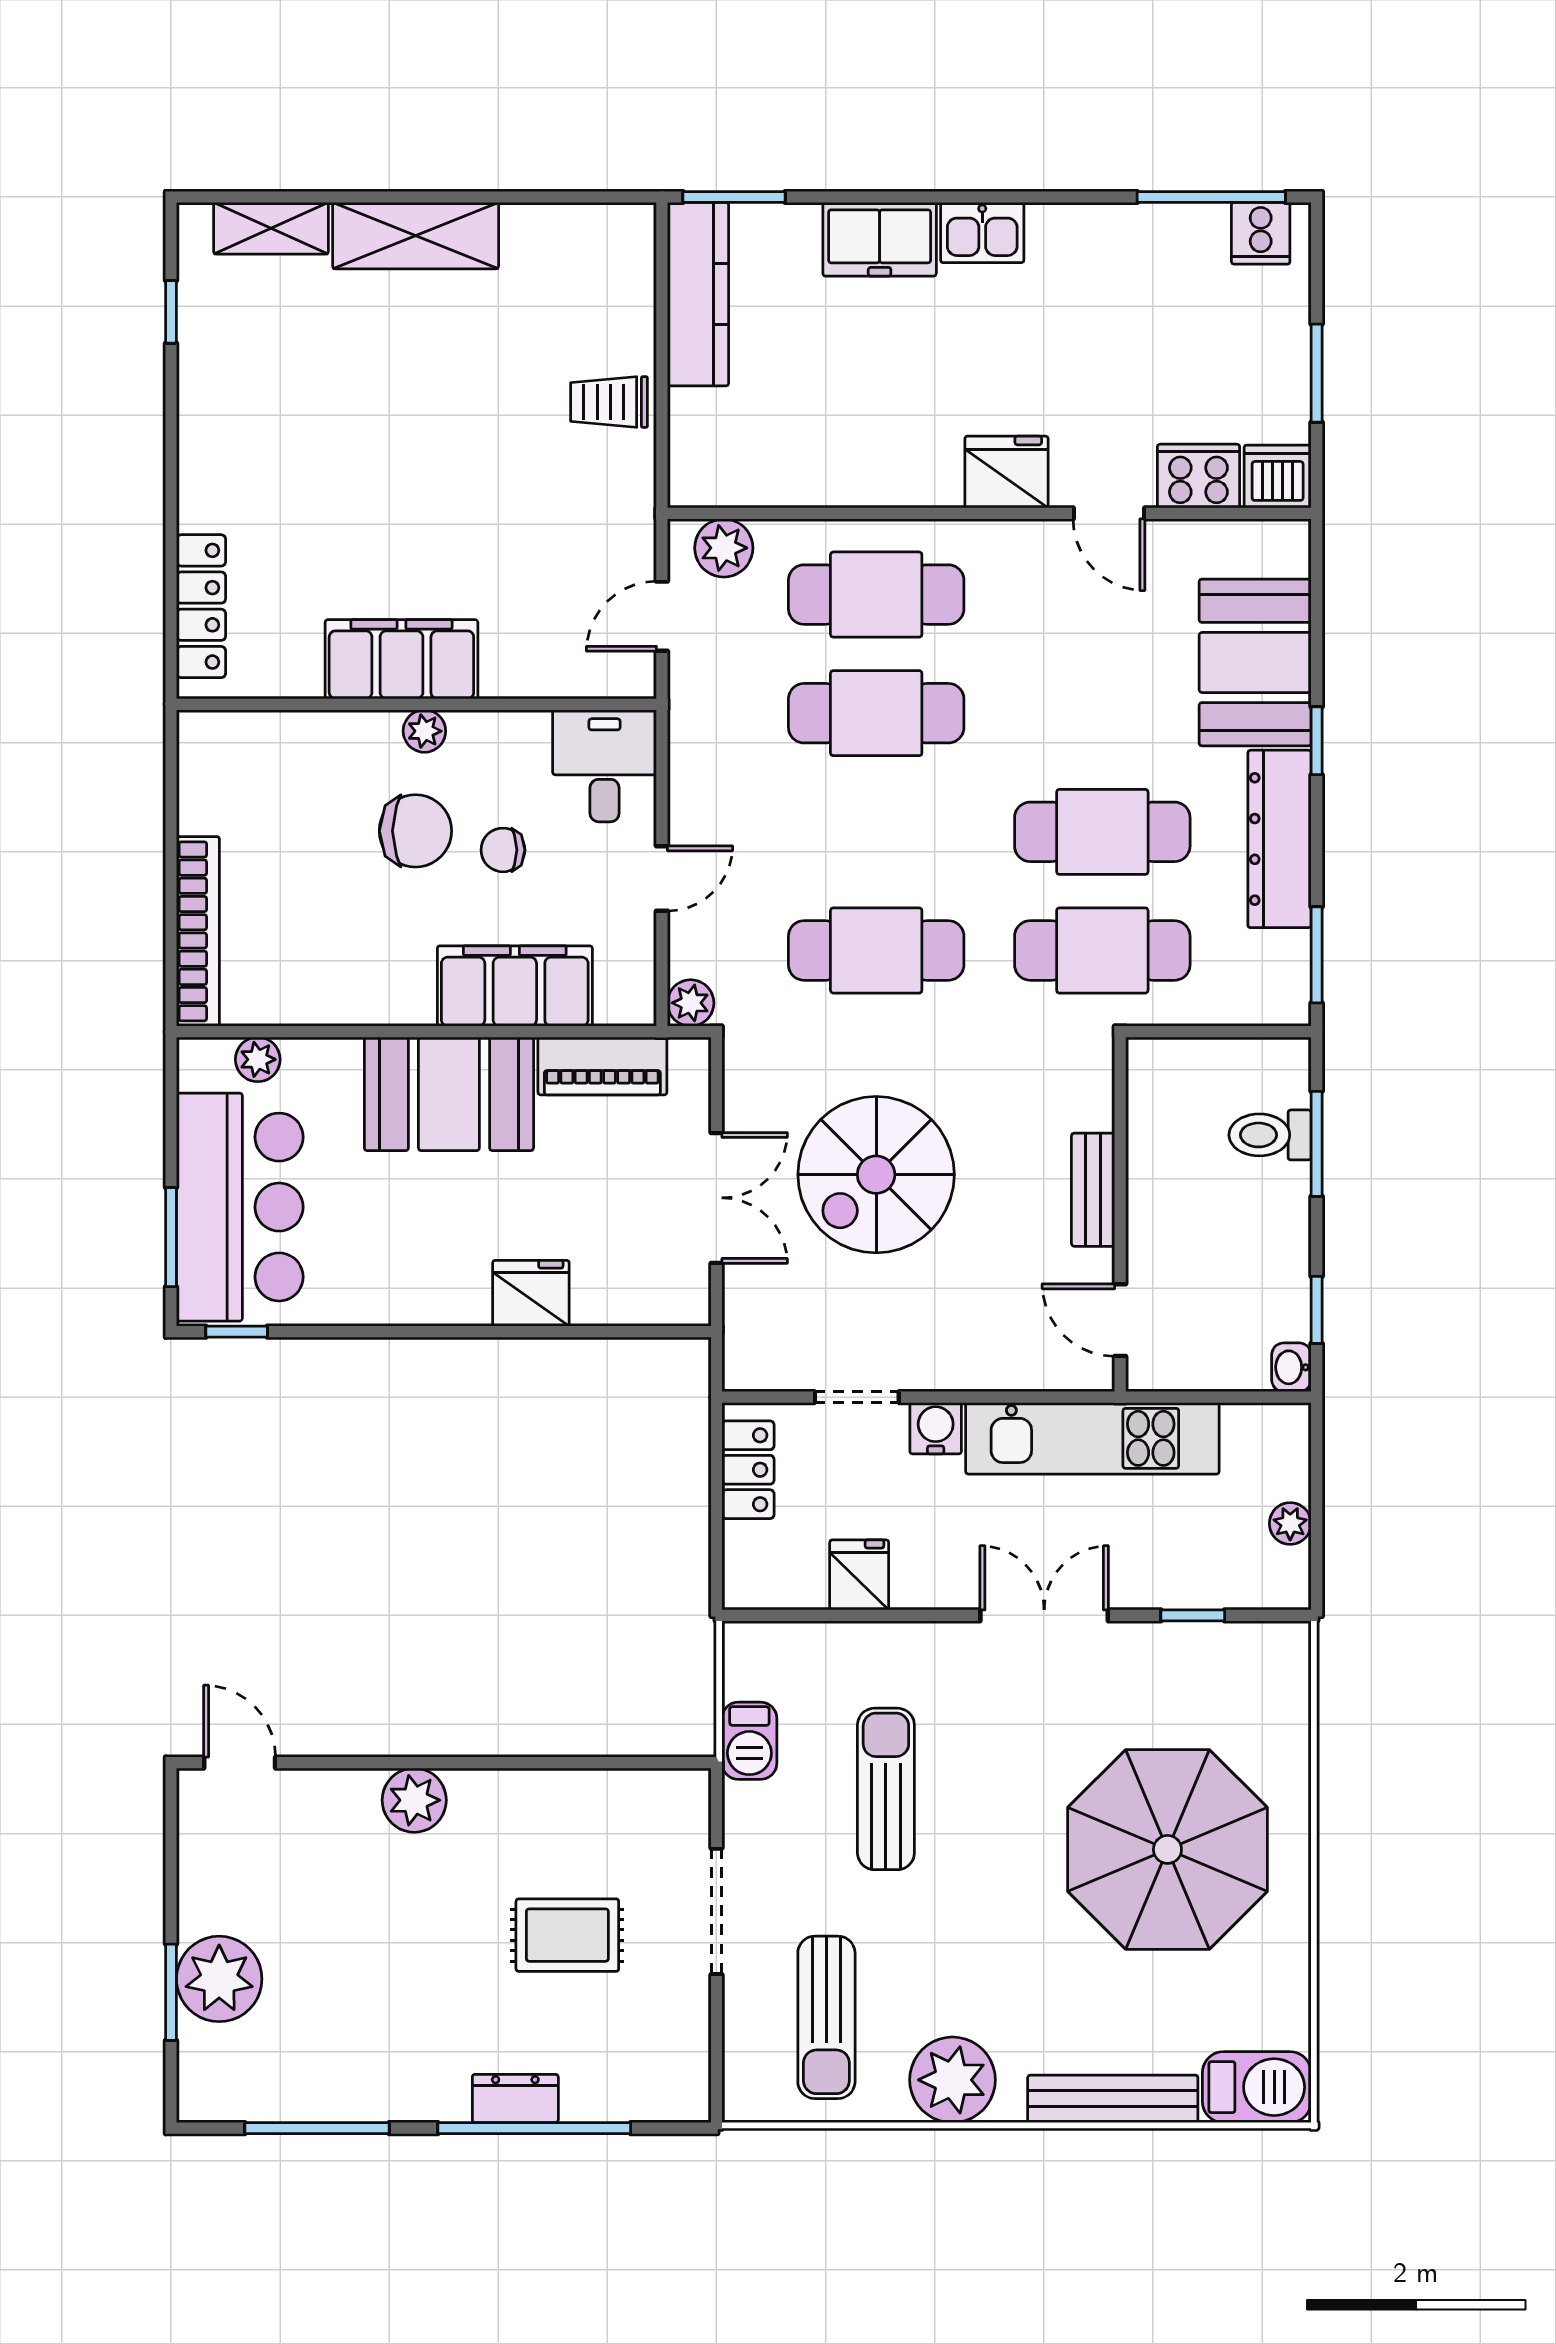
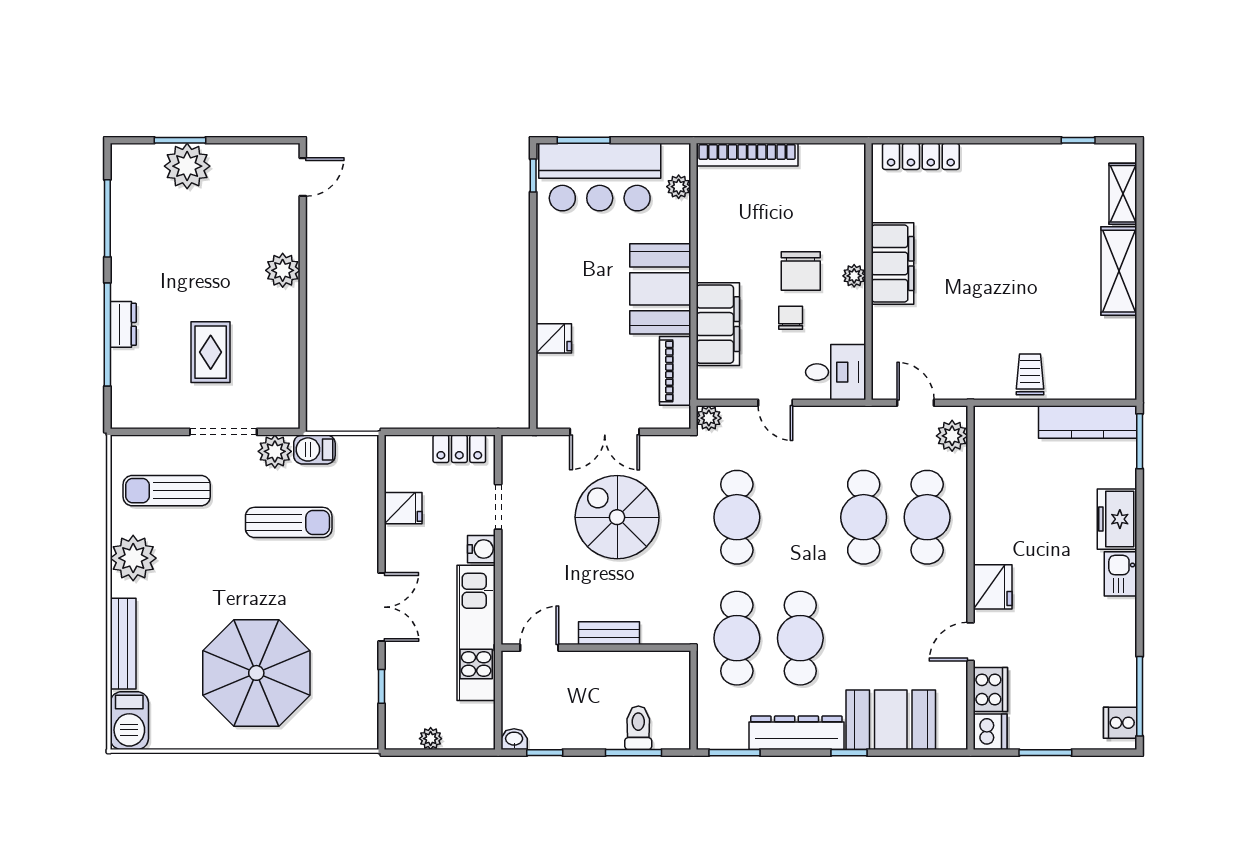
fridge: (531, 1293) -> (554, 338), width x0.72
plant: (753, 1815) -> (275, 451), added

